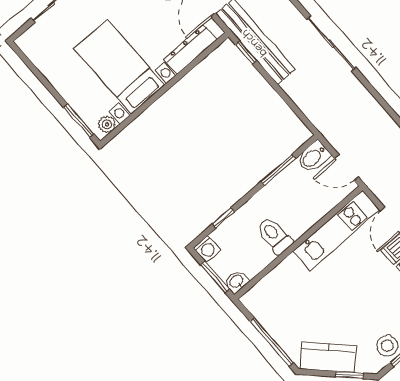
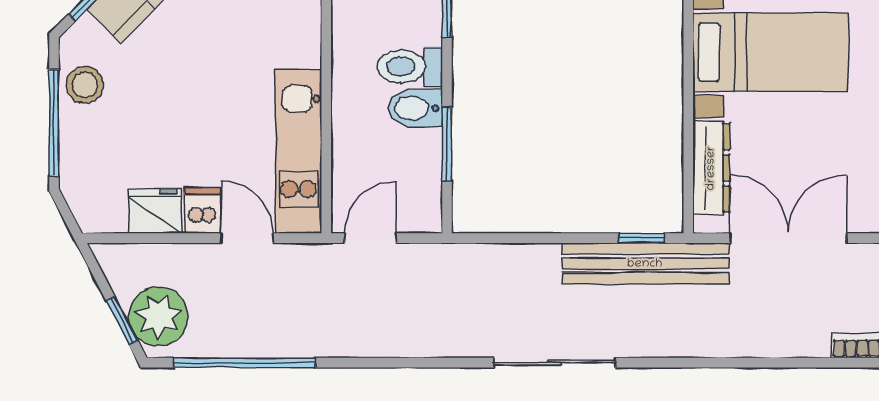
bidet: (313, 157) -> (415, 108), moved, turned -90
toilet: (275, 236) -> (410, 67), moved, turned 180

